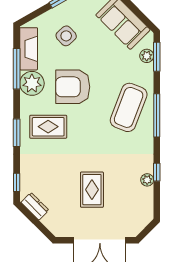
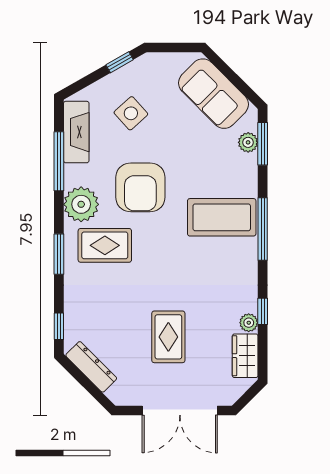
plant: (32, 83) -> (81, 204), moved
armchair: (73, 87) -> (140, 187), turned -90
coffee table: (129, 107) -> (222, 217), turned 69
wardrobe: (145, 203) -> (245, 356), added
dresser: (35, 206) -> (91, 367), width x1.44

